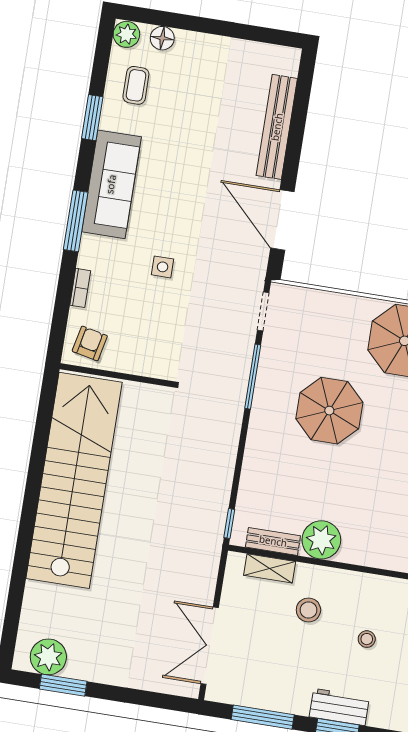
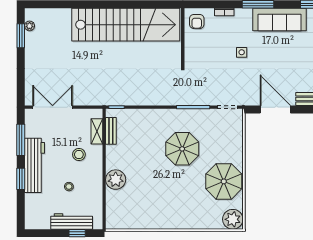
door: (282, 220) -> (275, 109), hinge flipped
armchair: (90, 343) -> (197, 21), turned 78
plant: (321, 540) -> (116, 180), moved
plant: (48, 657) -> (30, 26), width x0.53, depth x0.53
workbench: (339, 707) -> (34, 165), width x1.88, depth x1.32

